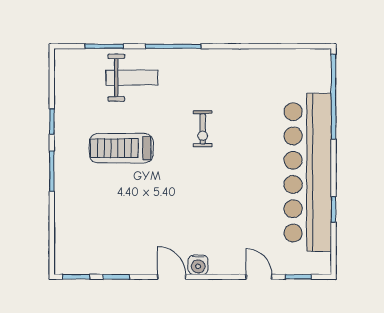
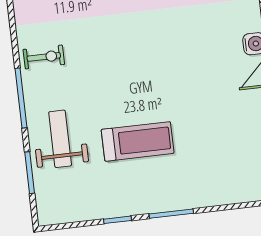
exercise bike: (203, 129) -> (44, 57), moved
treadmill: (121, 148) -> (138, 141), turned -90

